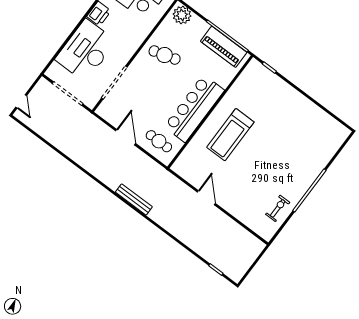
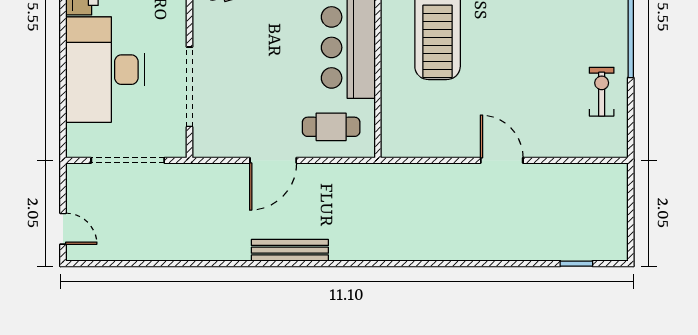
door: (126, 137) -> (273, 160), swing flipped
door: (206, 198) -> (502, 160), moved
bench: (134, 199) -> (290, 250), moved

